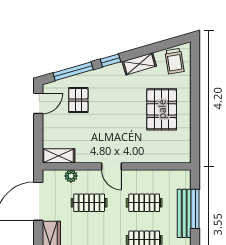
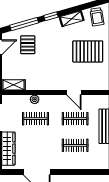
pallet: (162, 109) -> (88, 51), turned 90
door: (112, 166) -> (74, 92), moved
plant: (71, 176) -> (35, 99), moved

